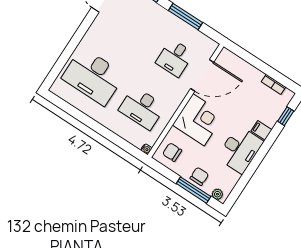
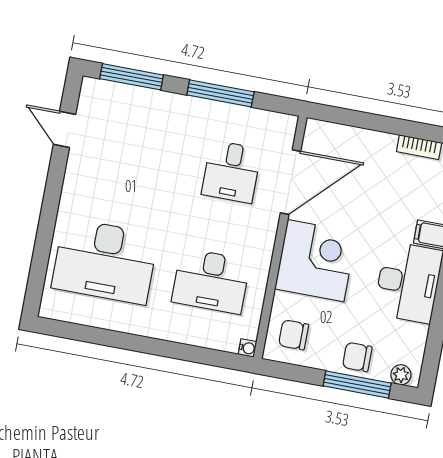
chair: (199, 176) -> (357, 357), turned -90

